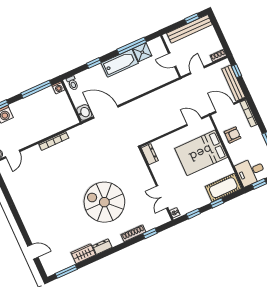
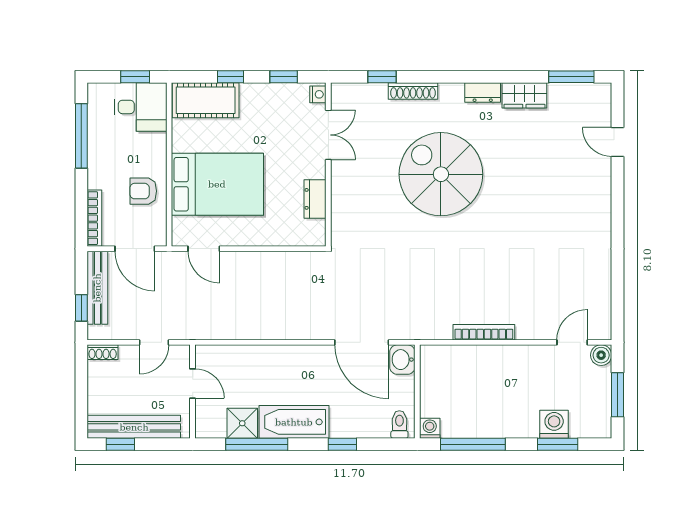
dresser: (150, 154) -> (315, 199), moved
spiral stairs: (104, 202) -> (441, 174), turned 180

